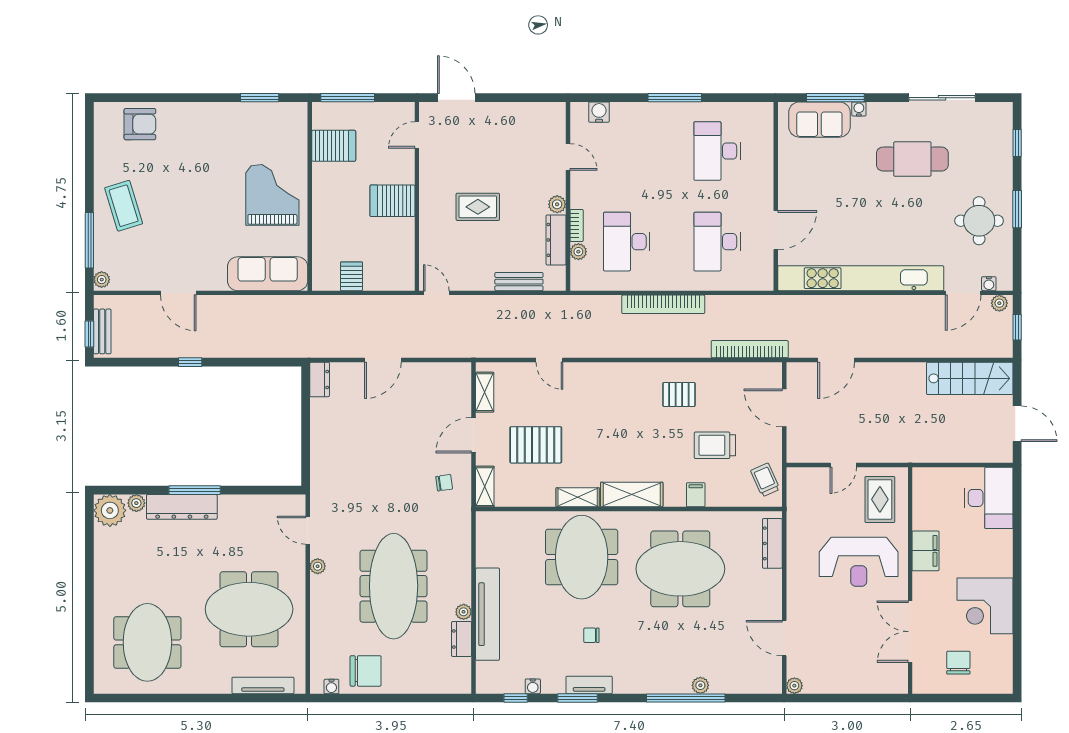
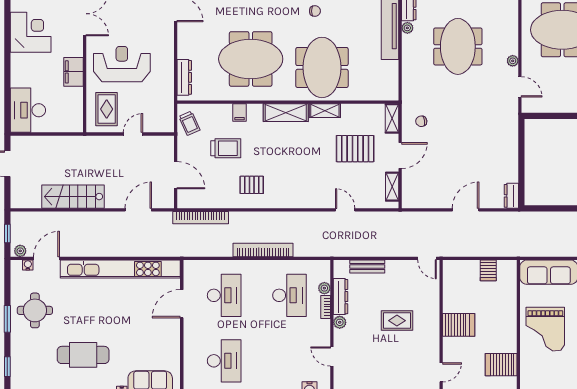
stairs: (970, 378) -> (73, 197), moved
meeting table: (394, 586) -> (458, 46), width x0.73

